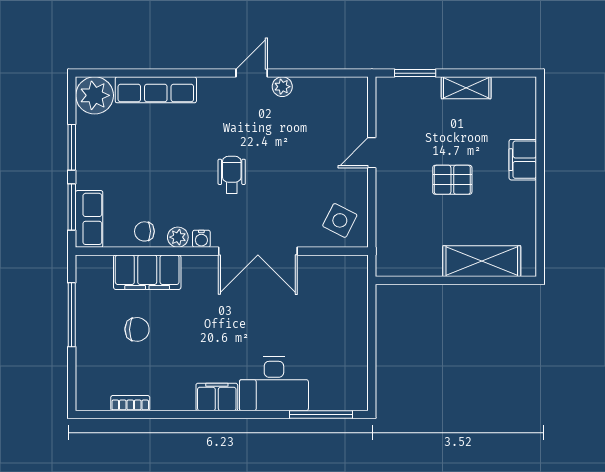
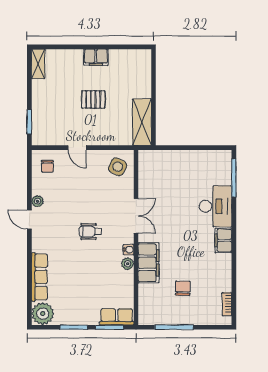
shelving: (466, 88) -> (38, 64), moved
filing cabinet: (523, 160) -> (96, 57), moved
pallet: (452, 180) -> (93, 99), turned 90
chair: (144, 231) -> (47, 166), moved
double door: (258, 251) -> (136, 216), width x0.73
shelving: (482, 261) -> (142, 122), moved
filing cabinet: (147, 272) -> (149, 263), moved
bookcase: (130, 403) -> (227, 304), moved

